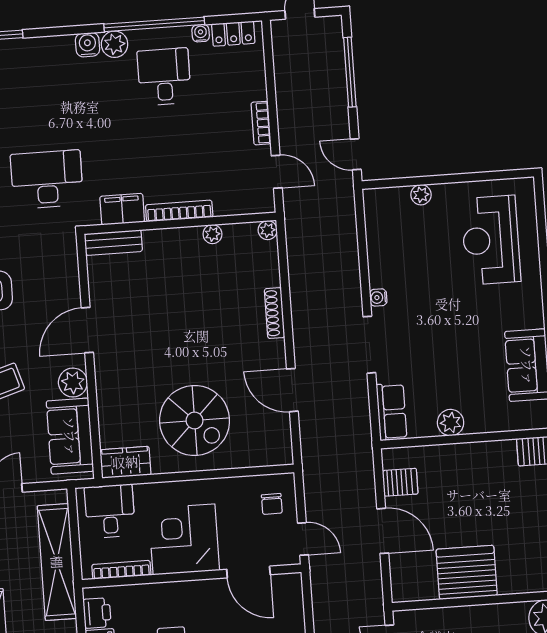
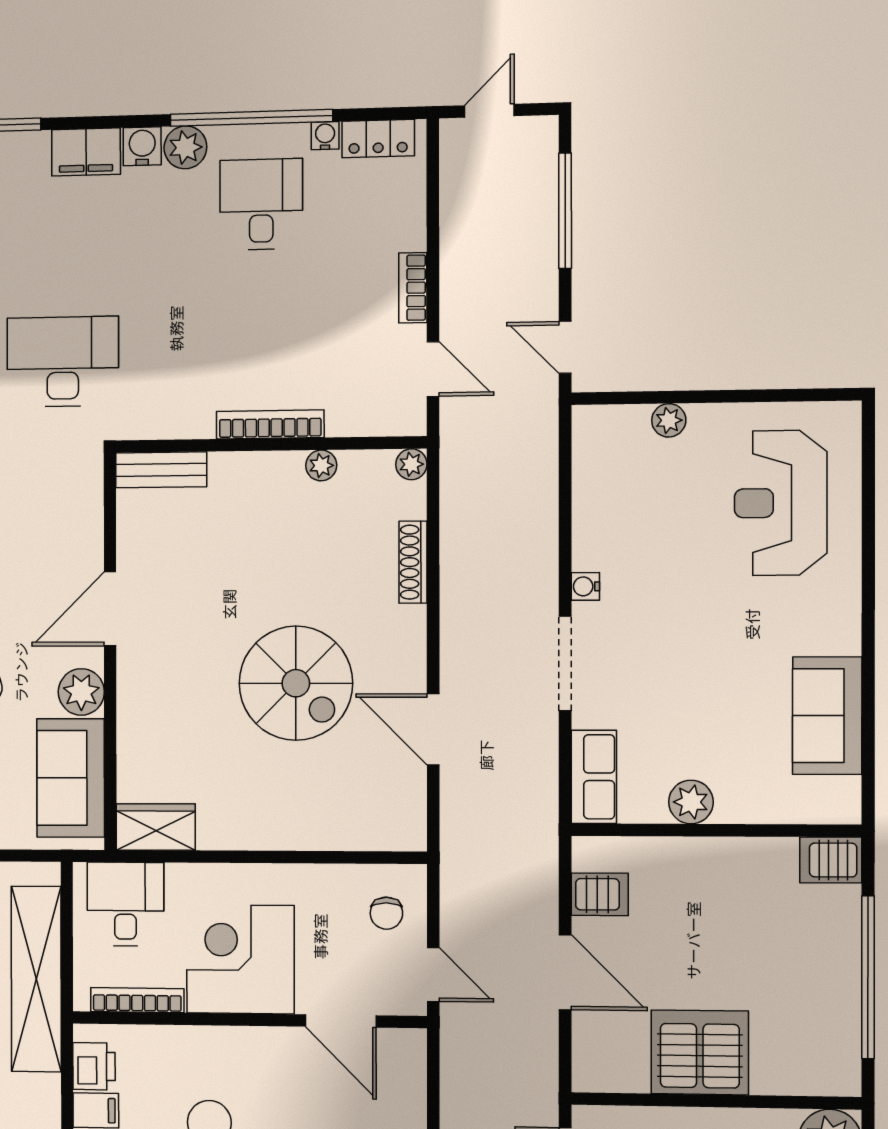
filing cabinet: (122, 209) -> (86, 152), moved, turned 180
shoe rack: (275, 313) -> (413, 562), moved
spiral stairs: (195, 420) -> (296, 683), moved

